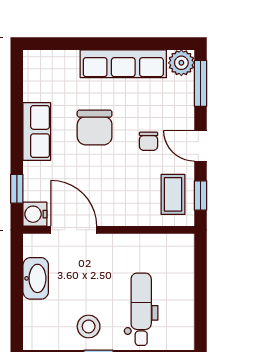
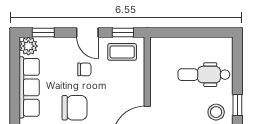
window: (201, 83) -> (43, 32), width x0.67
door: (201, 146) -> (87, 32), hinge flipped

